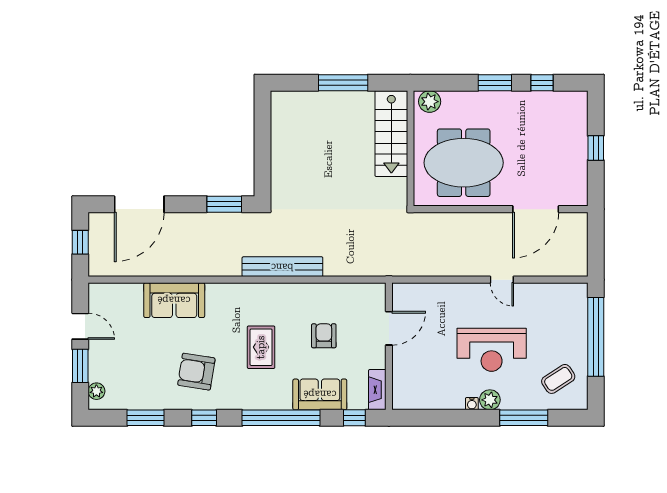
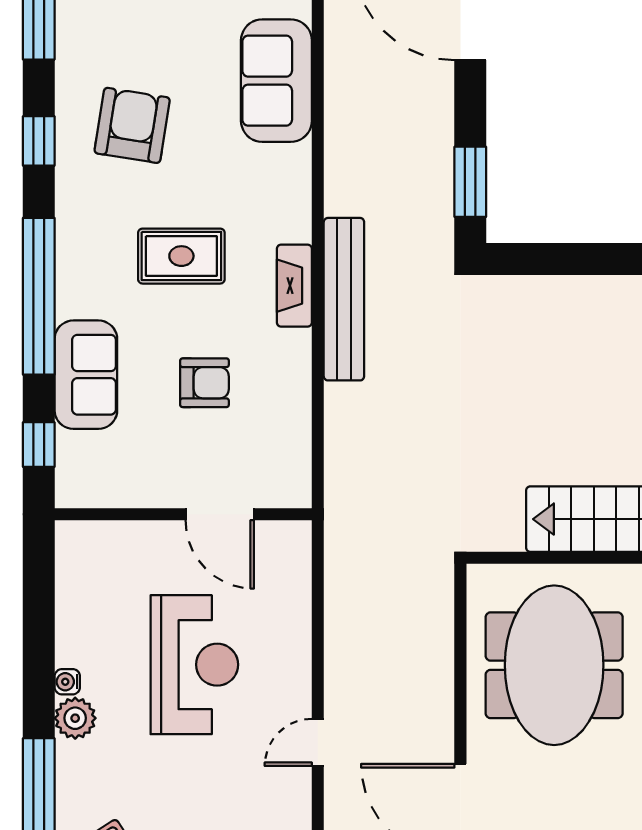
reception desk: (492, 350) -> (194, 665), moved, turned 180
fireplace: (377, 390) -> (294, 286), moved, turned -90

